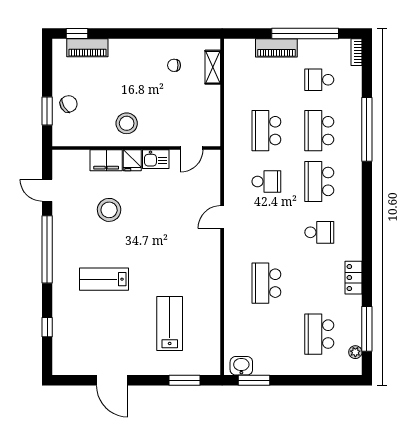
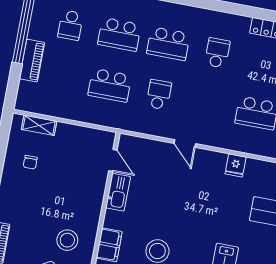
stool: (127, 123) -> (67, 240), moved
kitchen sink: (156, 159) -> (118, 192), width x1.38
fridge: (132, 160) -> (235, 165), moved, turned 90

